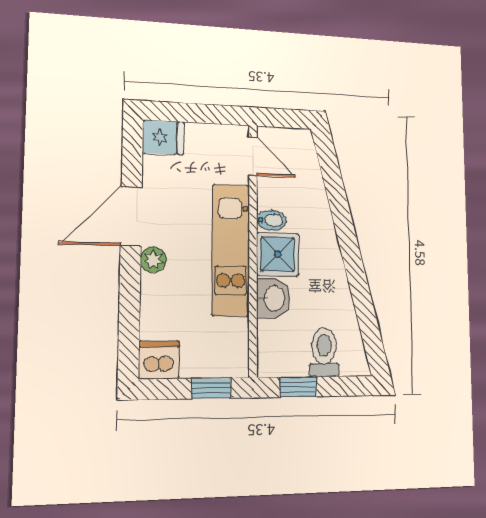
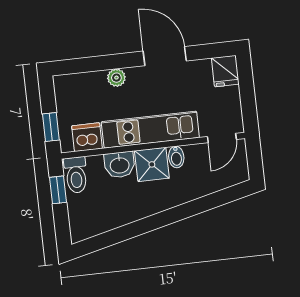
plant: (153, 260) -> (116, 78), moved
toilet: (324, 352) -> (76, 175), moved, turned 90
dishwasher: (159, 360) -> (87, 137), moved, turned -90

